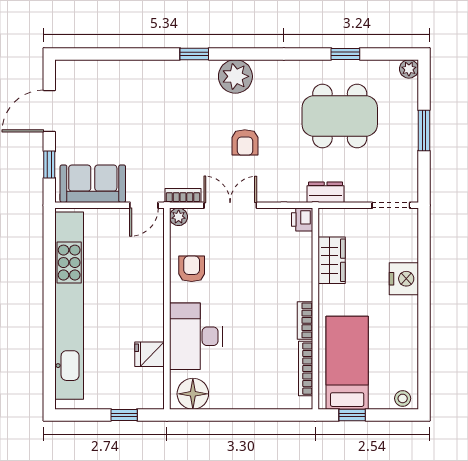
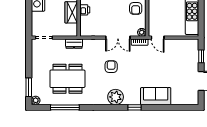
window: (345, 54) -> (65, 107), width x2.17
window: (424, 130) -> (29, 87), moved
sofa: (93, 184) -> (156, 96), moved, turned 180
door: (144, 205) -> (158, 38), swing flipped
printer: (302, 219) -> (85, 10), moved

